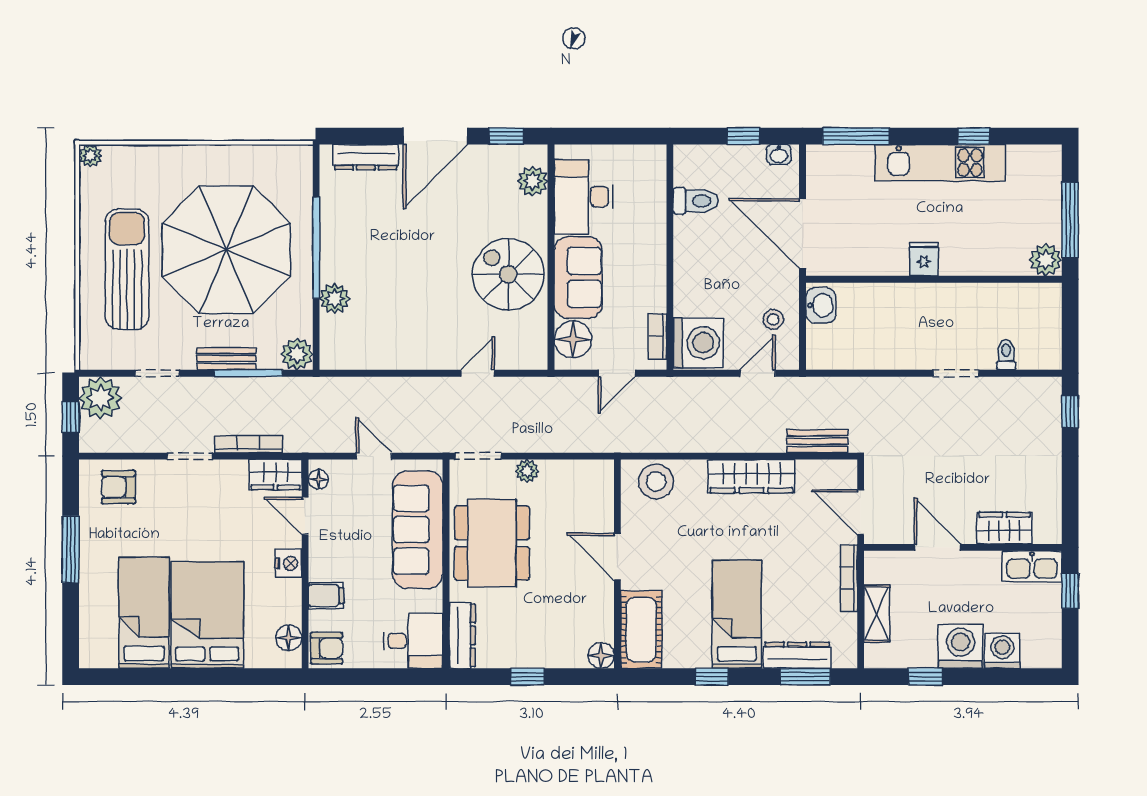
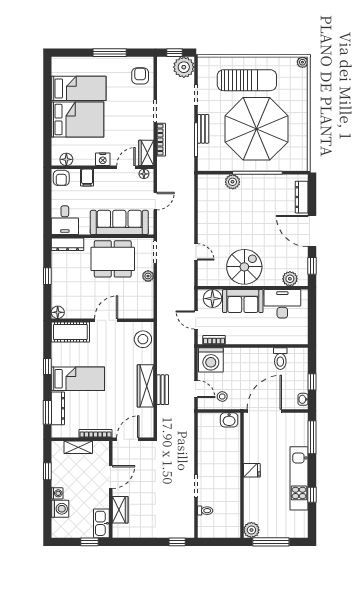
plant: (297, 354) -> (205, 163), removed
bench: (817, 441) -> (163, 390), moved
washing machine: (961, 646) -> (57, 493), width x0.53, depth x0.53

